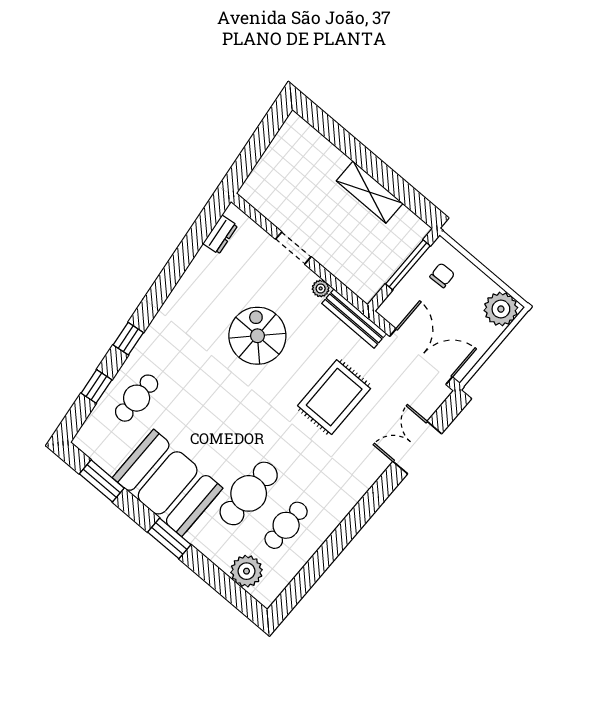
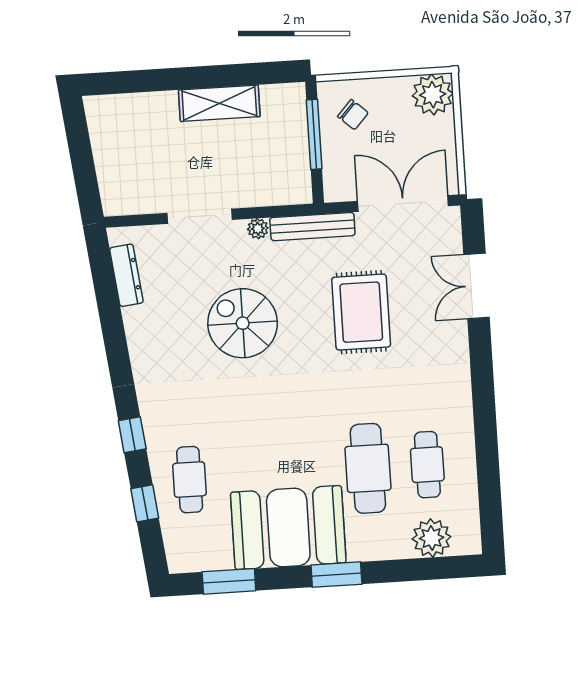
dresser: (220, 235) -> (126, 275), width x1.44
doorway: (293, 248) -> (200, 216), width x1.38
chair: (442, 275) -> (353, 115), turned 134

